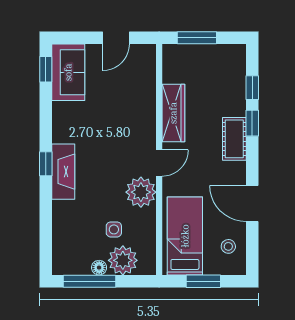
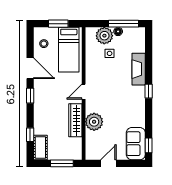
window: (252, 123) -> (30, 96), moved
cot: (234, 139) -> (40, 148), moved
fireplace: (63, 172) -> (139, 69), moved
plant: (141, 192) -> (94, 122), moved

